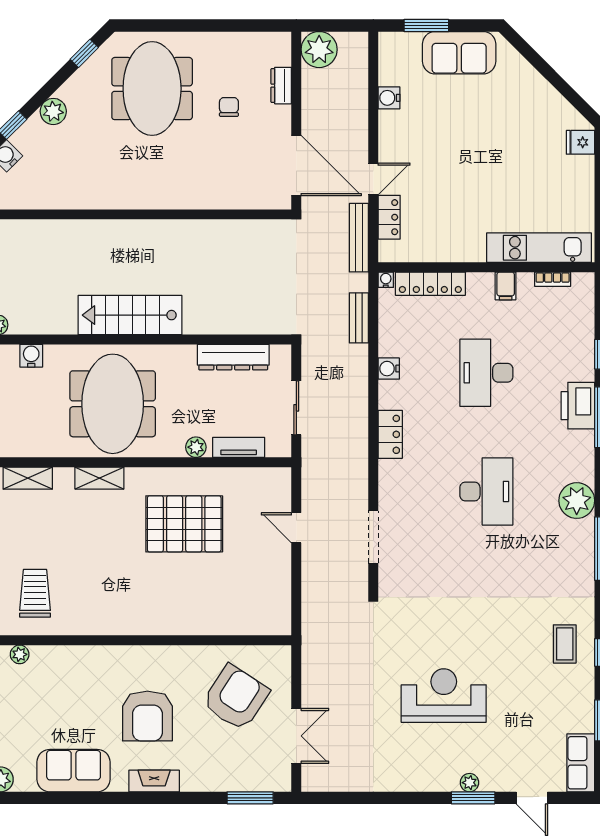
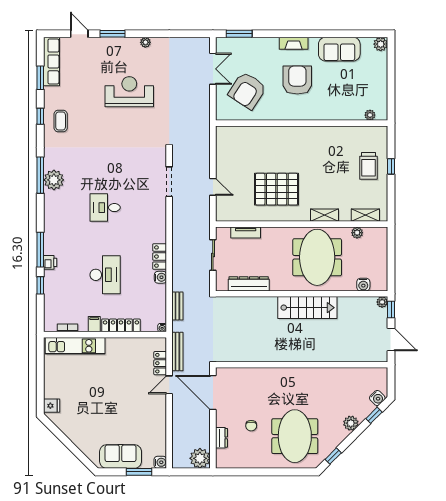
water cooler: (389, 98) -> (160, 462), moved
locker: (430, 284) -> (121, 325), moved
printer: (578, 406) -> (50, 262), width x0.53, depth x0.68
locker: (390, 434) -> (160, 257), moved
plant: (196, 447) -> (357, 233), moved
desk: (486, 491) -> (105, 208), width x0.73
plant: (577, 501) -> (54, 180), moved
trolley: (35, 593) -> (368, 166), moved
reception desk: (444, 696) -> (129, 92), turned 180
double door: (296, 736) -> (213, 69), swing flipped
row of seats: (581, 763) -> (52, 61), width x1.48
plant: (469, 783) -> (145, 42), moved

